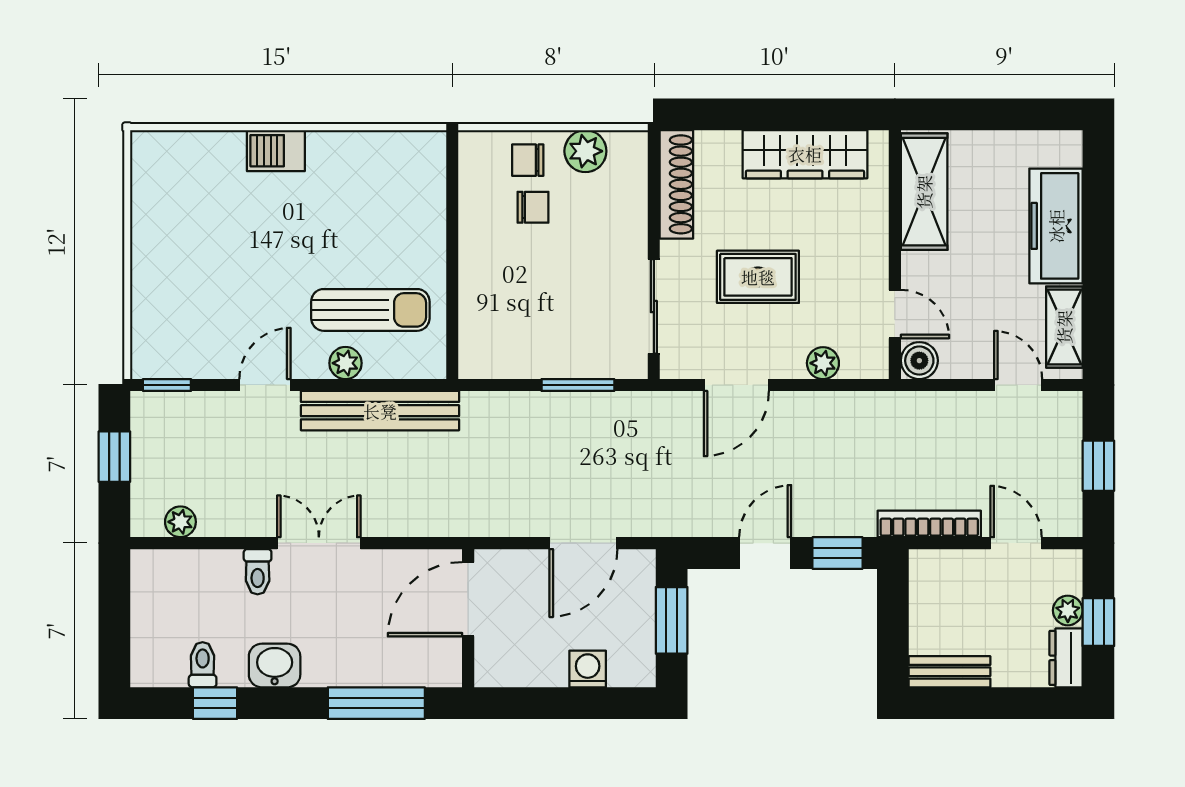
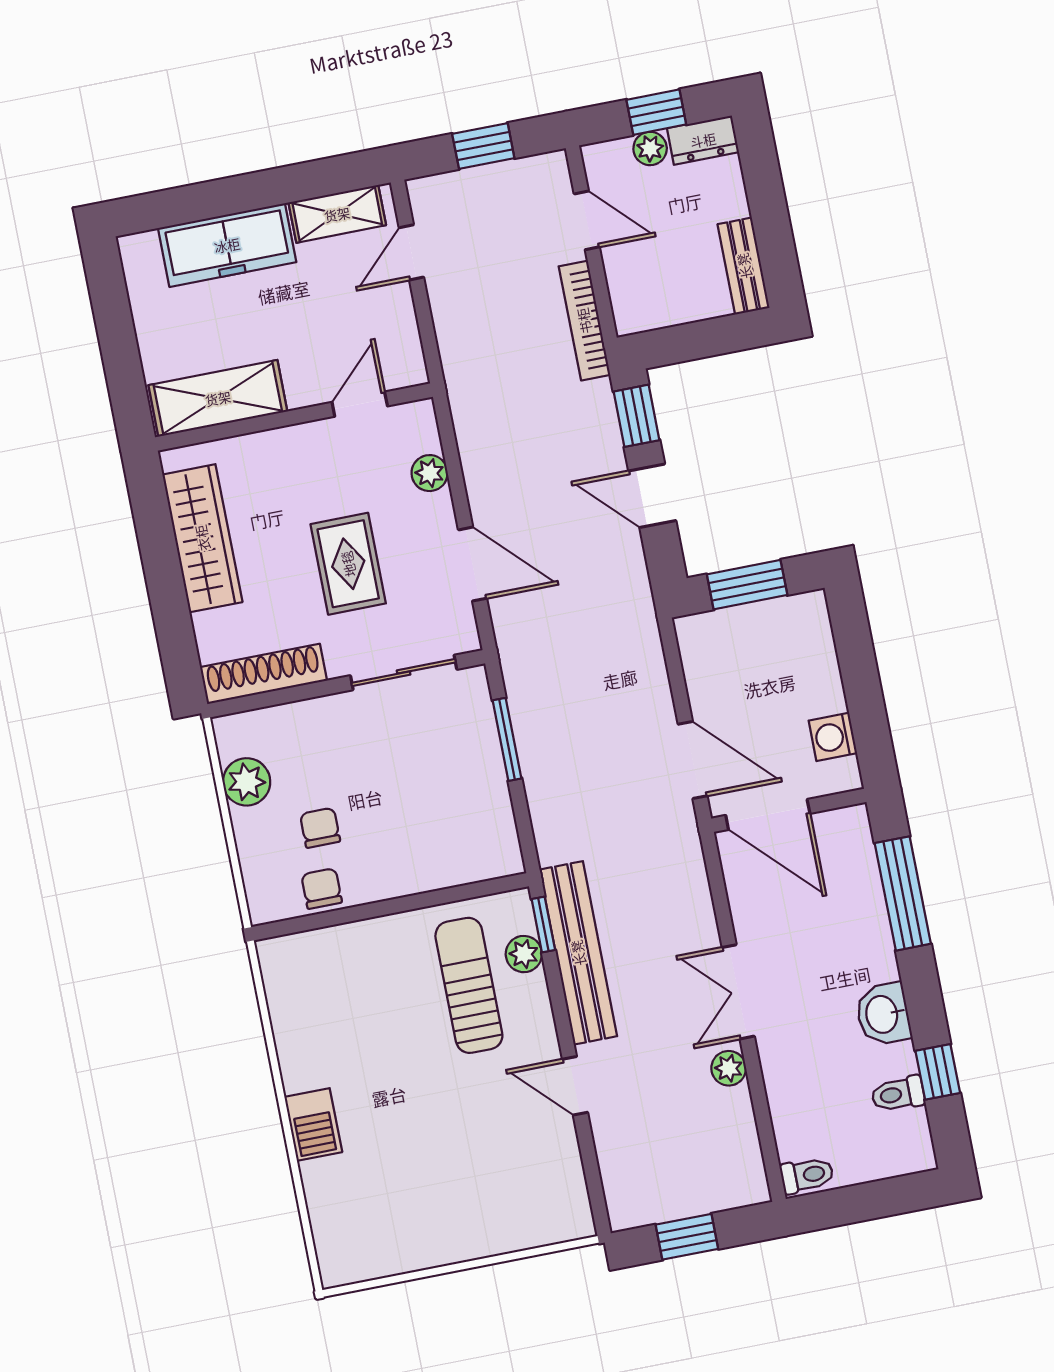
chair: (528, 160) -> (322, 889), moved, turned 180
boiler: (919, 361) -> (406, 367), removed
plant: (345, 363) -> (524, 954), moved
window: (167, 385) -> (543, 925), moved
plant: (180, 522) -> (729, 1068), moved
door: (583, 543) -> (693, 760), moved
door: (1016, 543) -> (587, 220), swing flipped
toilet: (258, 572) -> (807, 1175), moved
washing machine: (588, 669) -> (833, 737), moved

